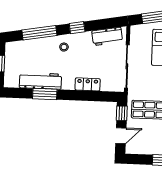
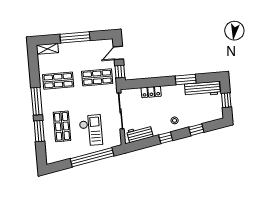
window: (39, 33) -> (196, 130), width x0.46
workbench: (40, 81) -> (202, 89), moved

